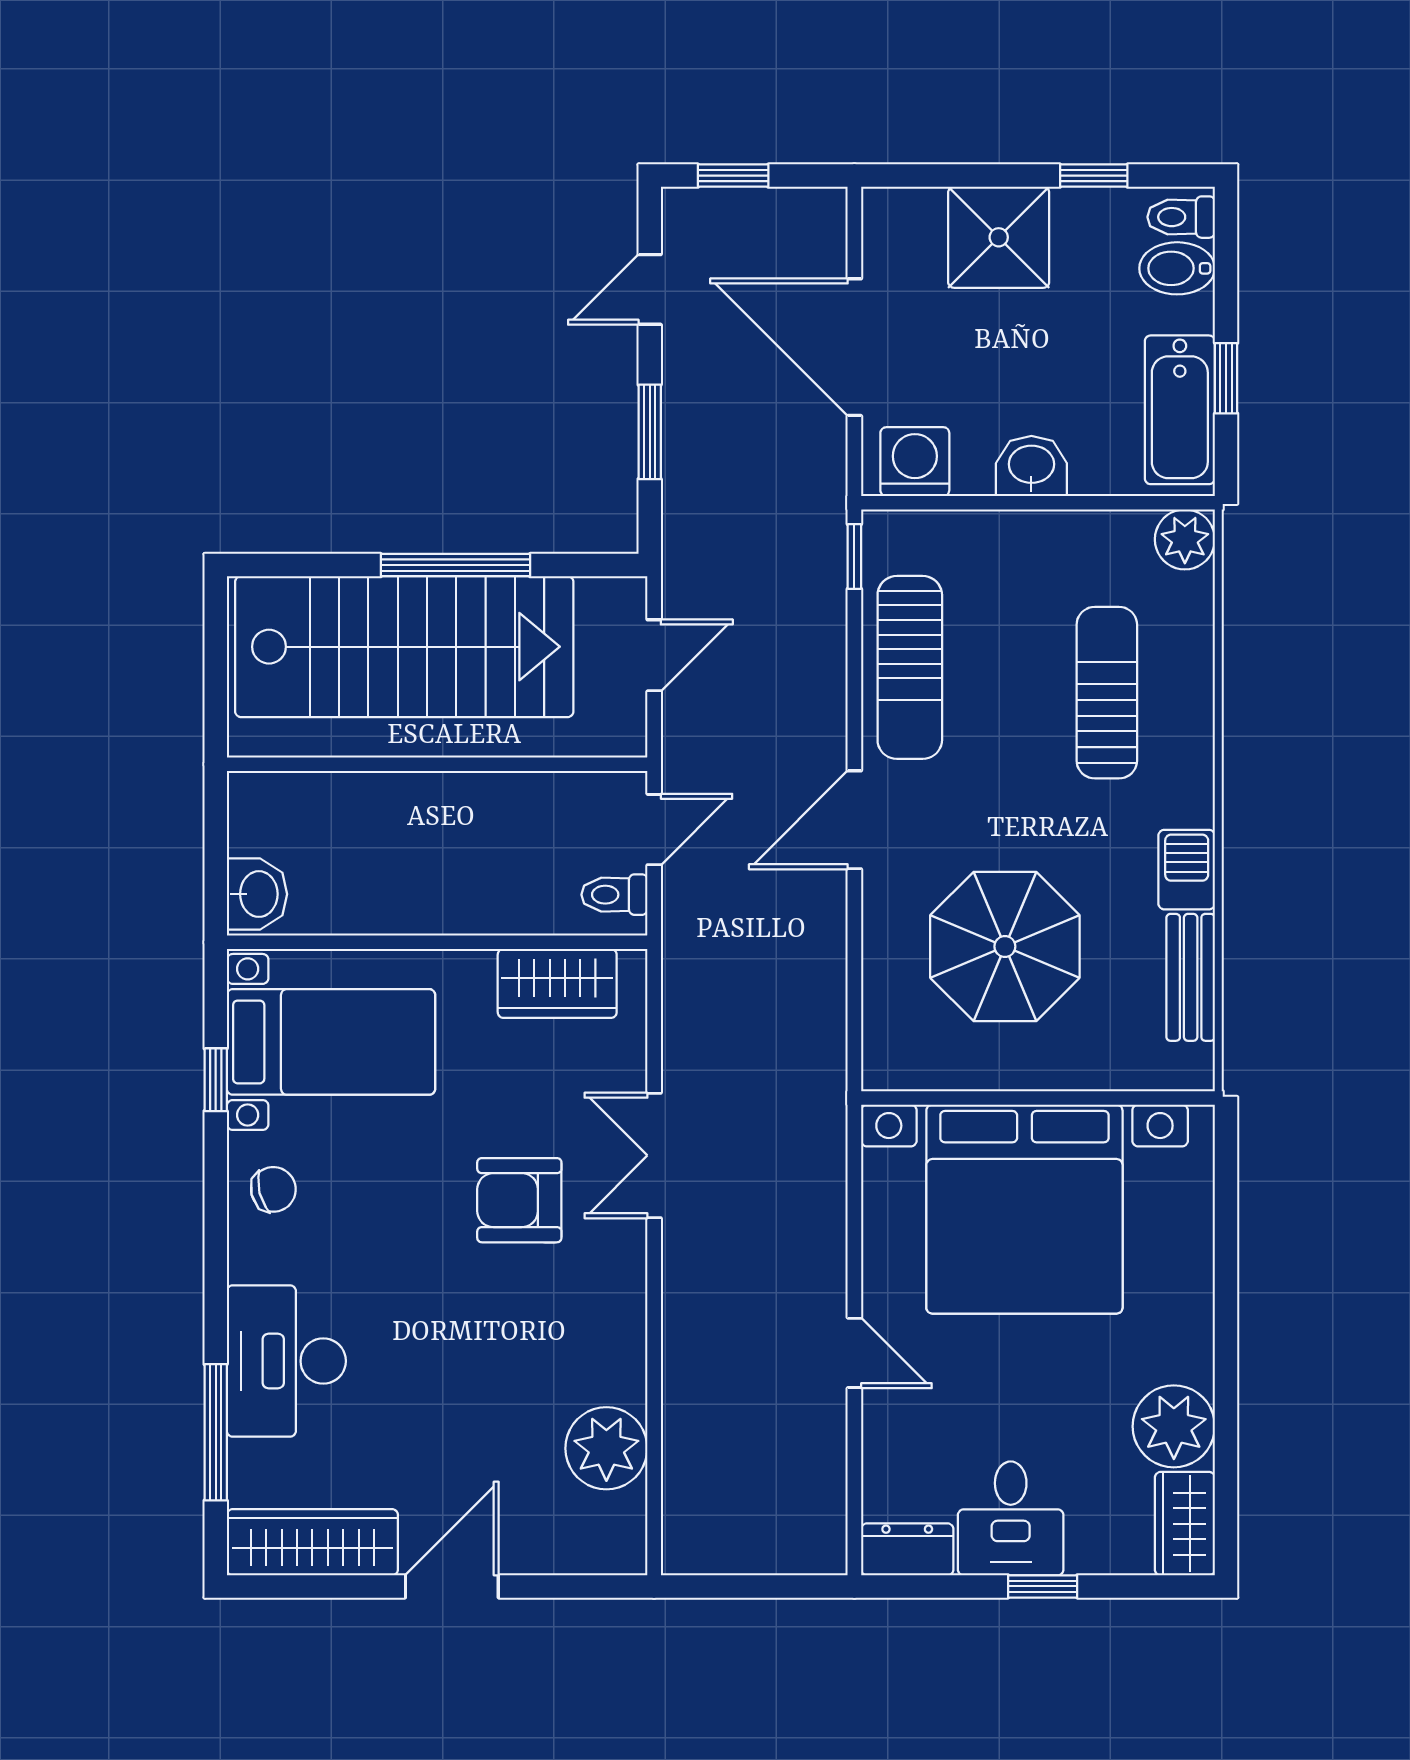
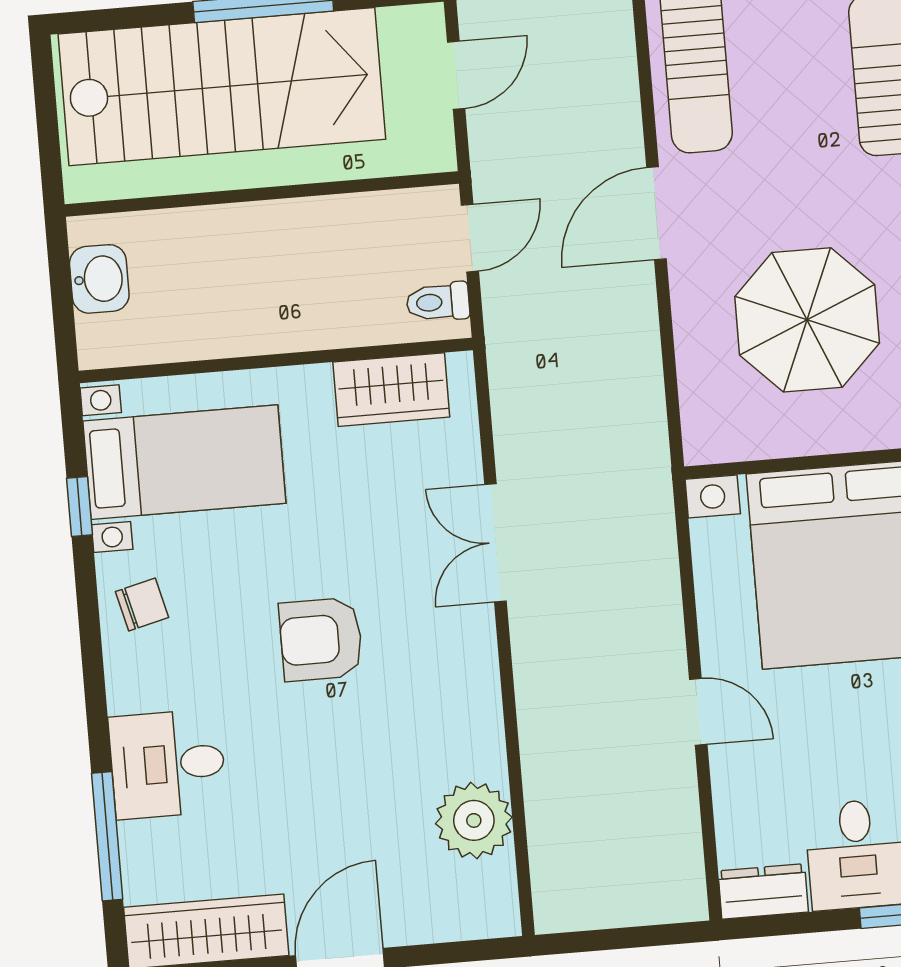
washbasin: (257, 894) -> (99, 279), moved
armchair: (519, 1200) -> (321, 639), moved
desk: (286, 1361) -> (168, 764), width x0.73

